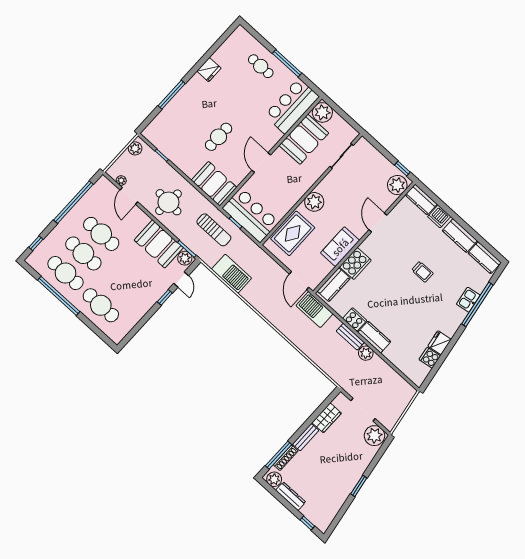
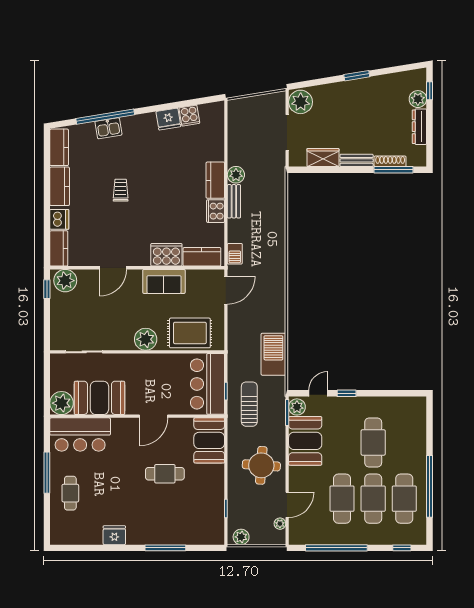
cafe table: (101, 305) -> (373, 442), moved
barbecue: (315, 310) -> (235, 254), width x0.53, depth x0.65
plant: (274, 479) -> (418, 99), moved

